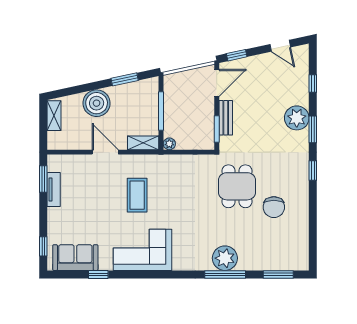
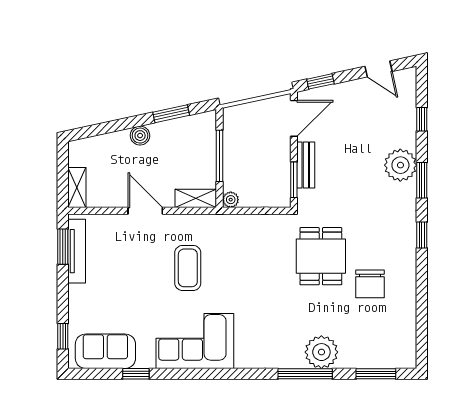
boiler: (97, 103) -> (140, 136), width x0.54, depth x0.54
shelving: (54, 116) -> (77, 188), moved
tv unit: (54, 190) -> (77, 251), width x1.41
plant: (225, 258) -> (321, 352), moved

